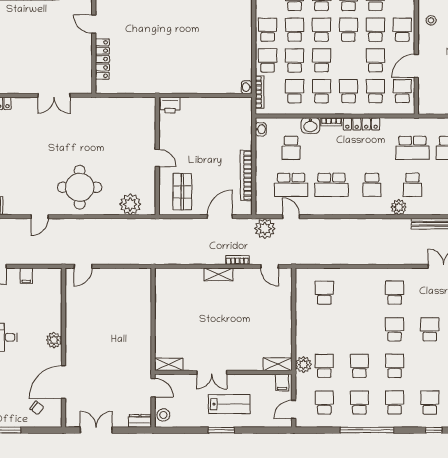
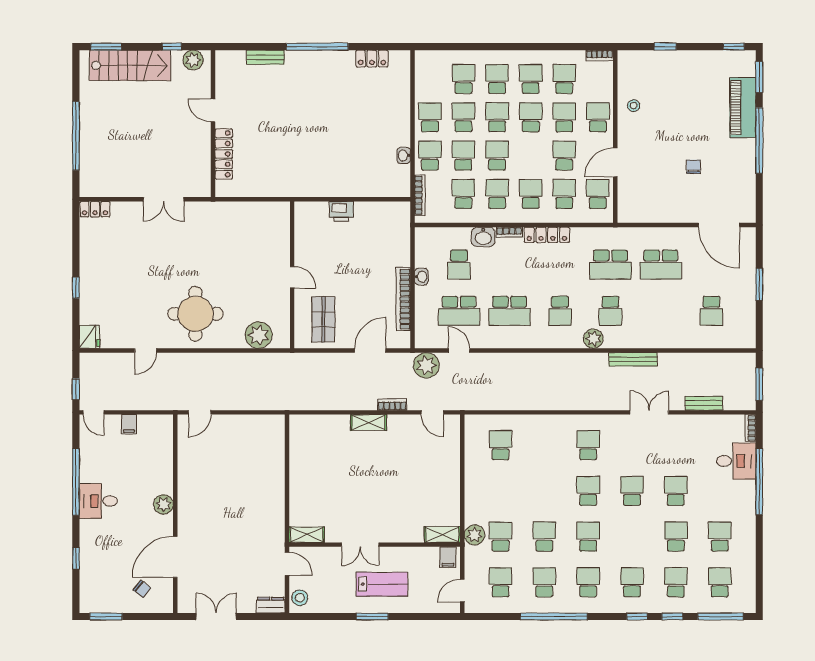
washbasin: (247, 87) -> (404, 155), moved
printer: (170, 105) -> (341, 211), moved
washbasin: (261, 129) -> (421, 277), moved

